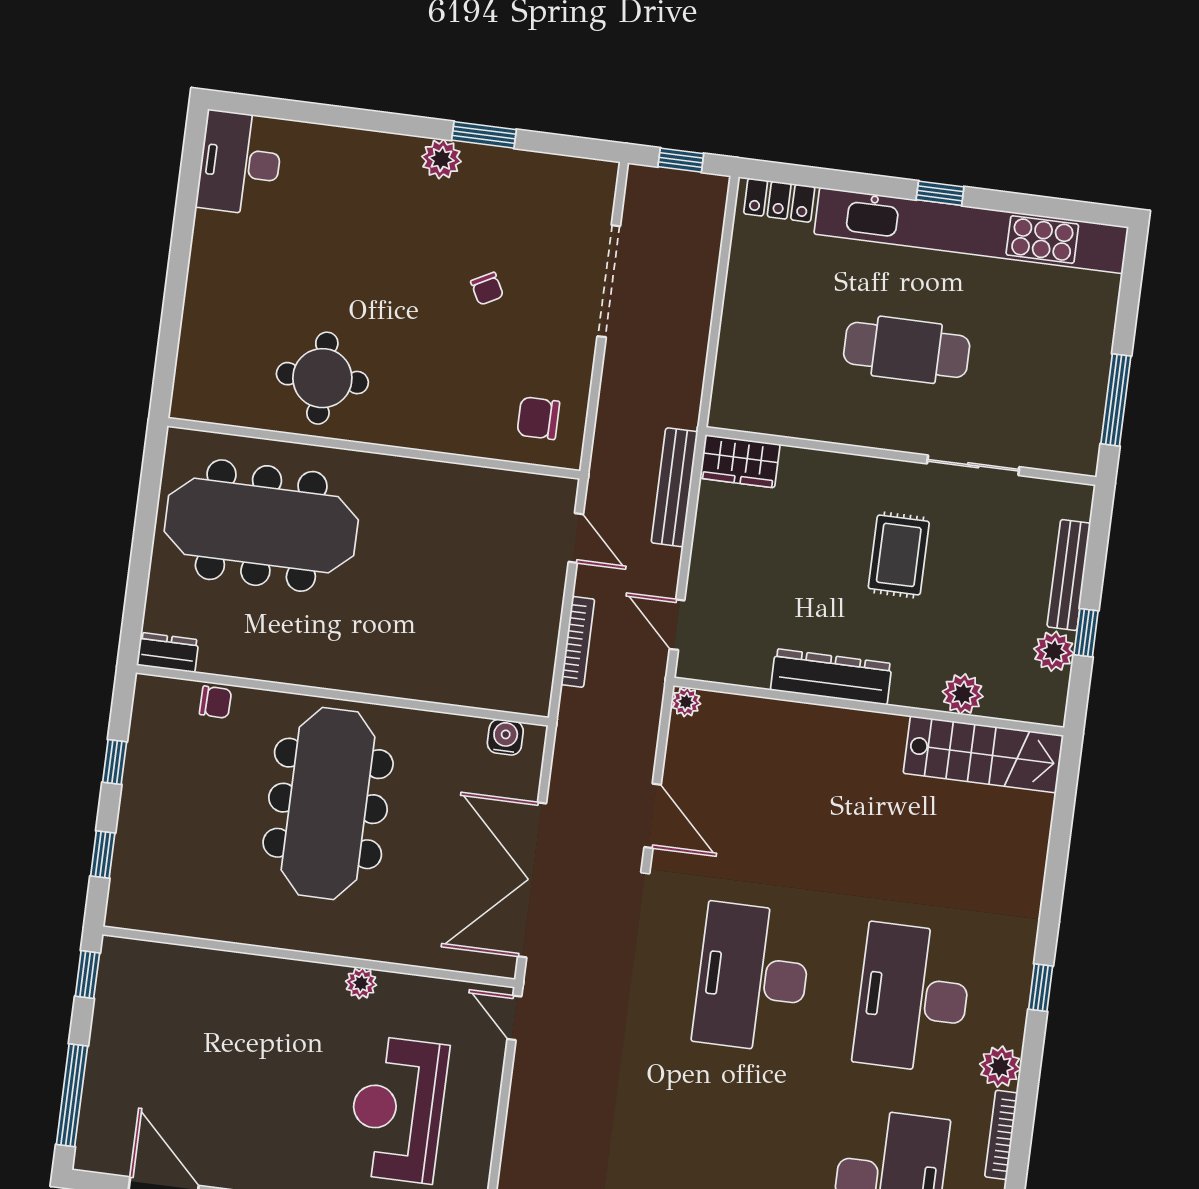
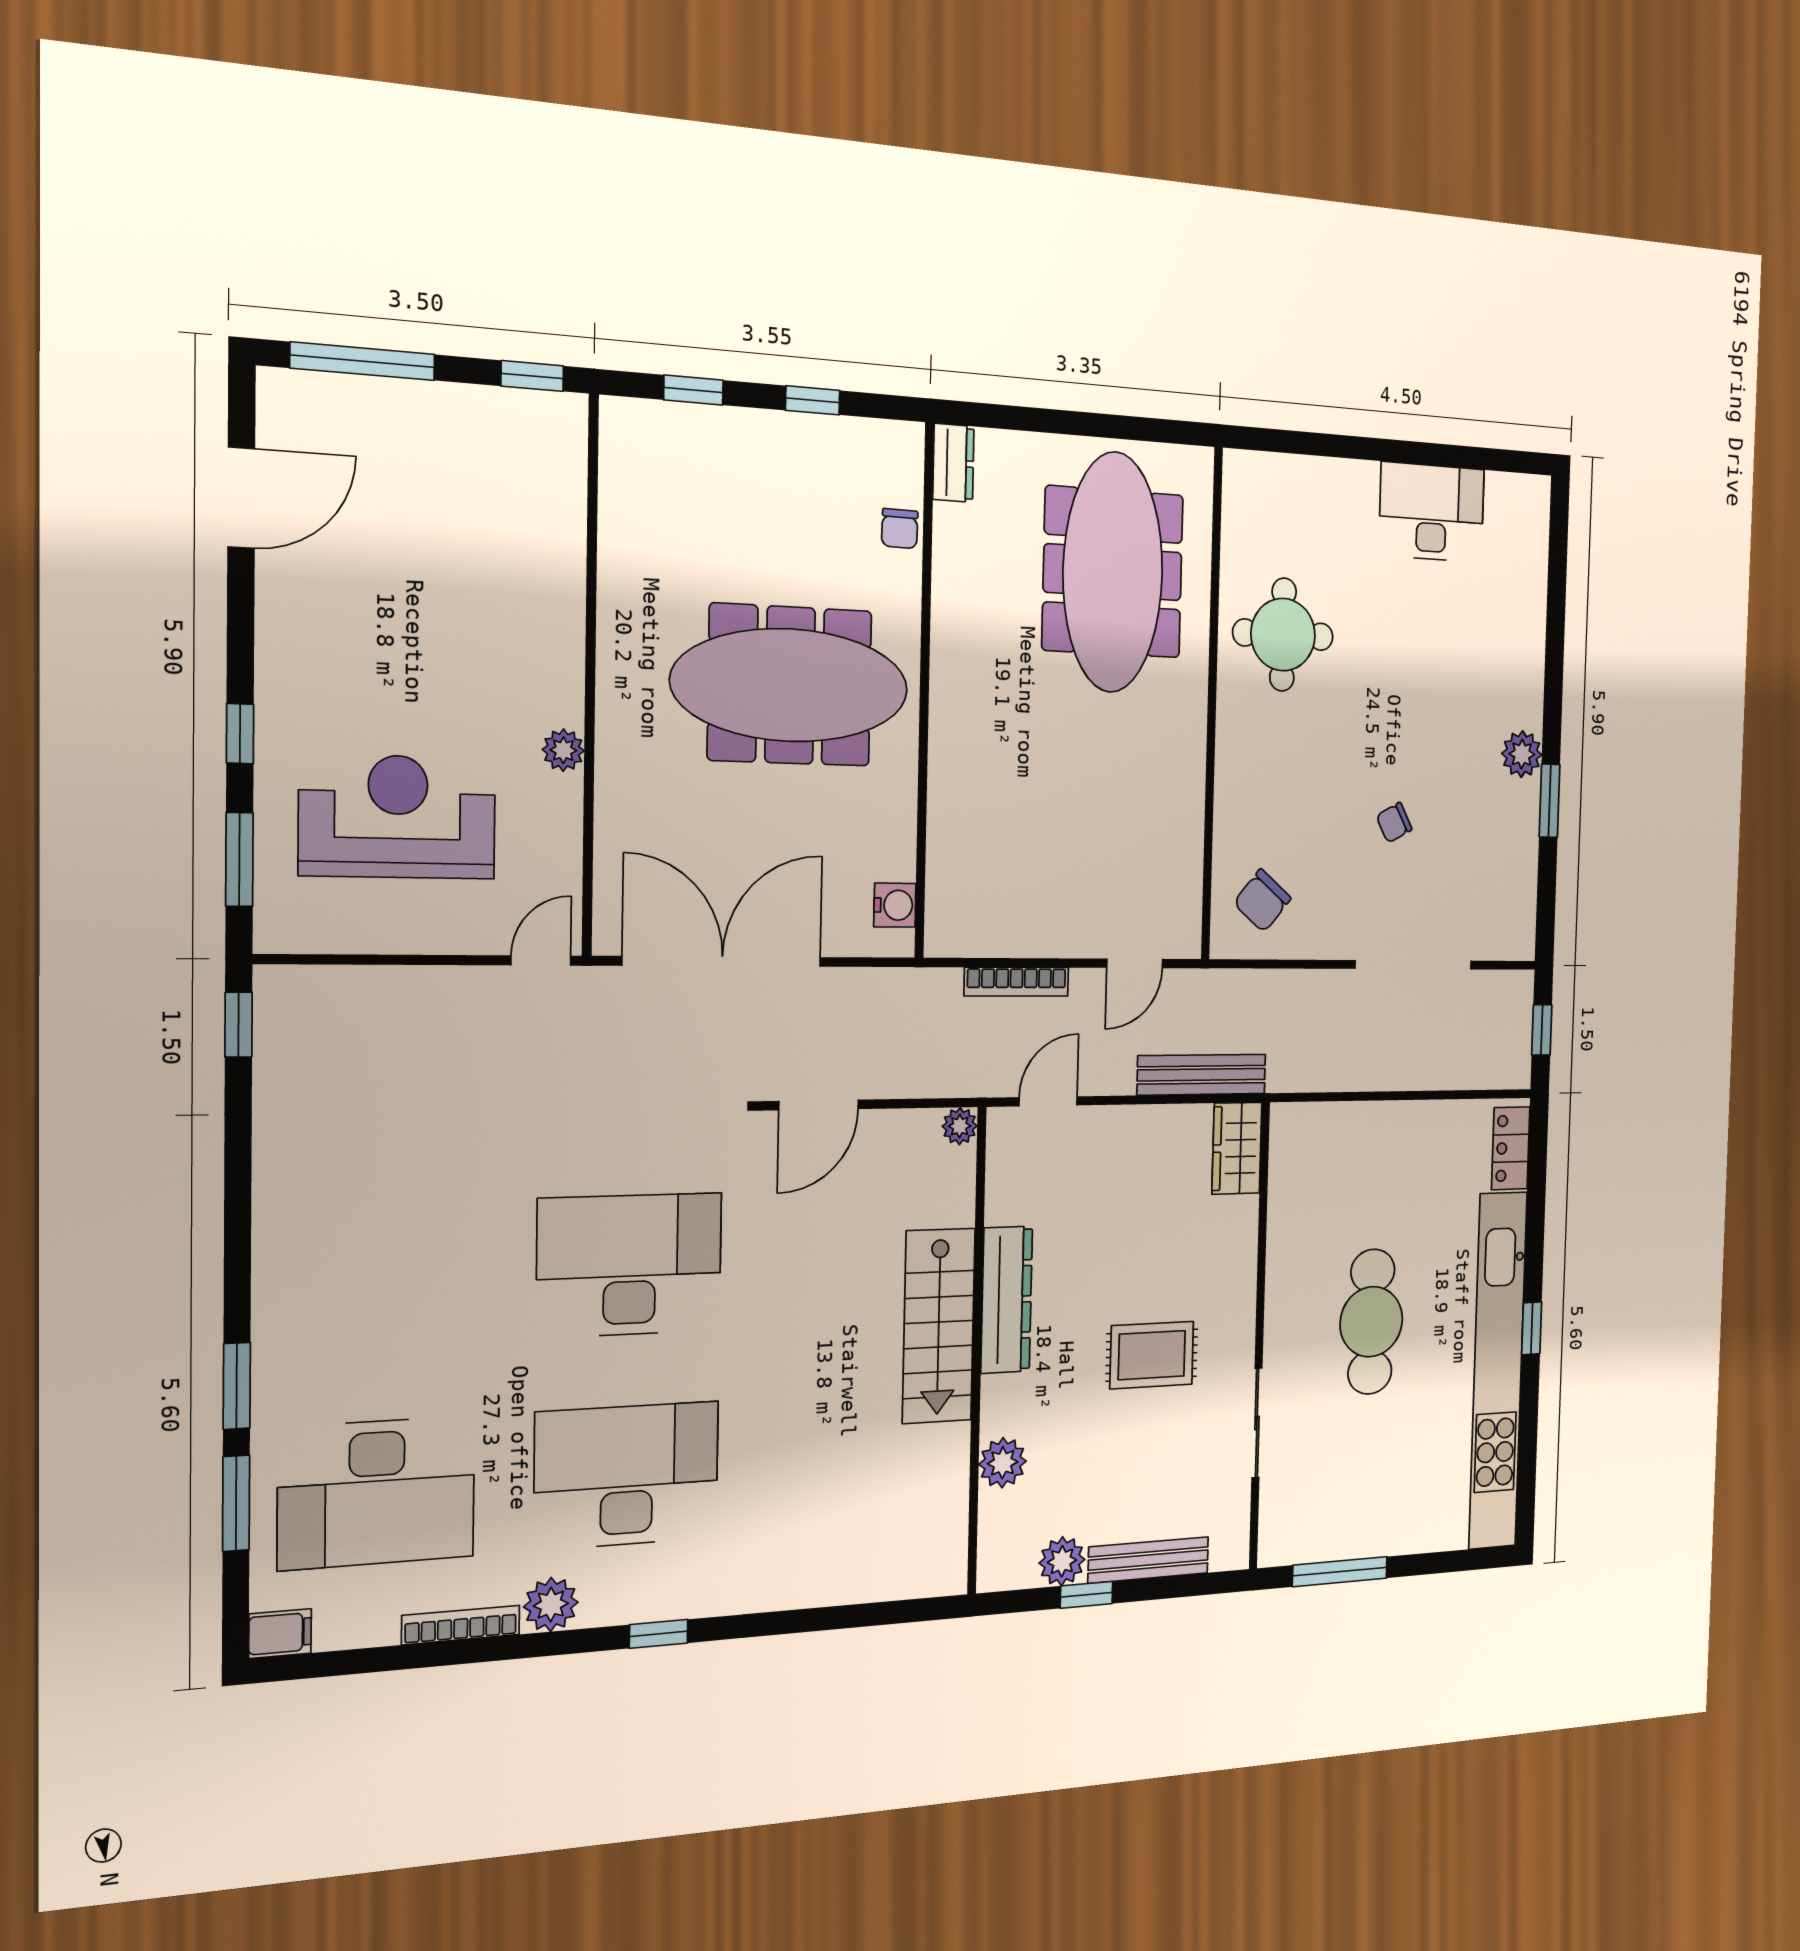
desk: (240, 163) -> (1432, 512), moved
chair: (538, 418) -> (1262, 901), turned -140
stairs: (983, 754) -> (939, 1326), moved

